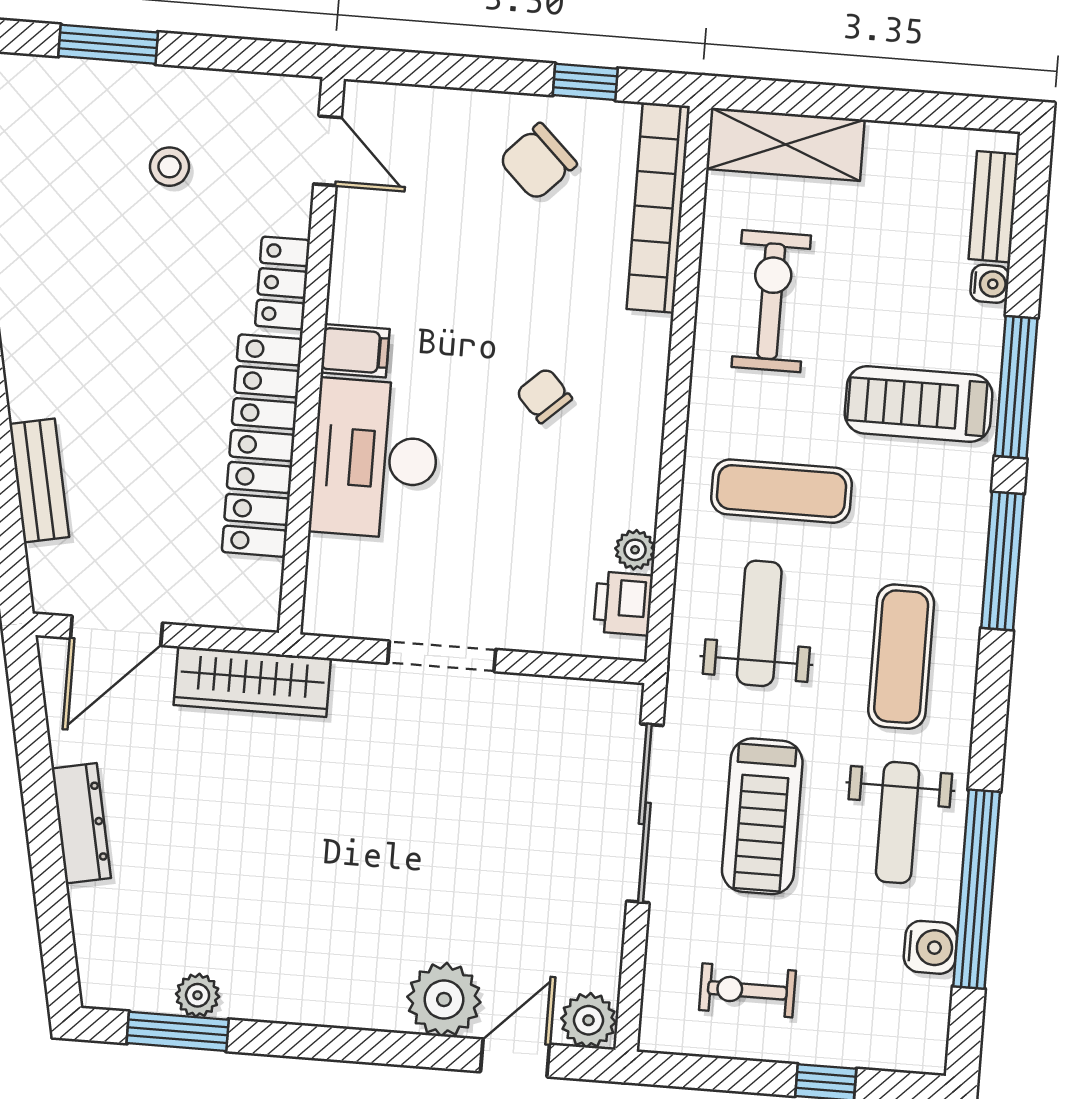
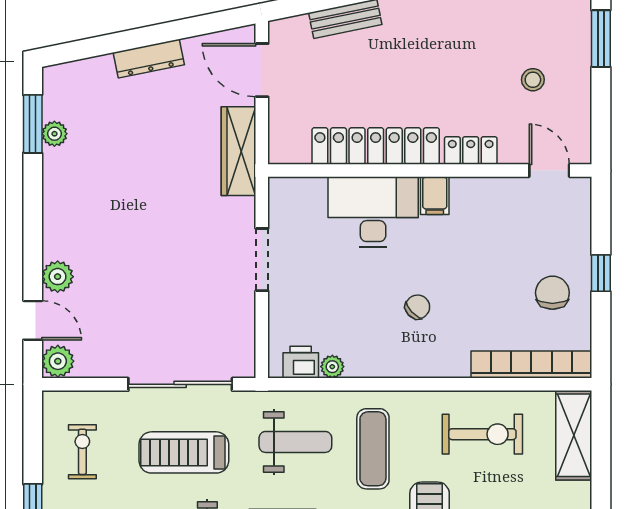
window: (585, 82) -> (601, 273), moved
door: (328, 151) -> (549, 170), swing flipped
chair: (538, 162) -> (552, 293), turned 46
plant: (444, 1000) -> (58, 277), width x0.73, depth x0.73

